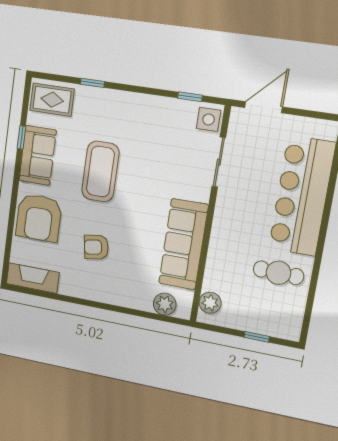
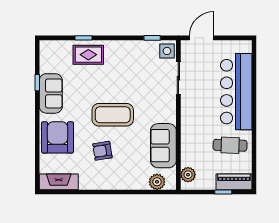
rug: (52, 100) -> (88, 55), moved
coffee table: (100, 172) -> (113, 115), moved, turned 90
armchair: (39, 218) -> (57, 137), turned 180
sofa: (183, 244) -> (163, 146), width x0.73
piano: (275, 326) -> (234, 182), added

